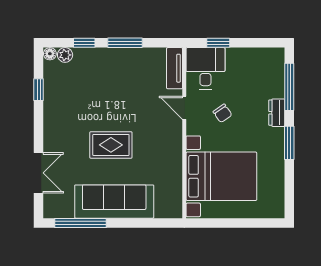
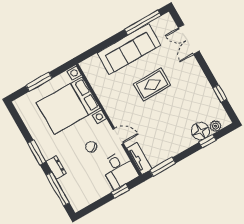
window: (125, 43) -> (163, 167), moved
floor lamp: (50, 54) -> (200, 131), moved, width x1.89, depth x1.89
window: (240, 223) -> (39, 82), added

